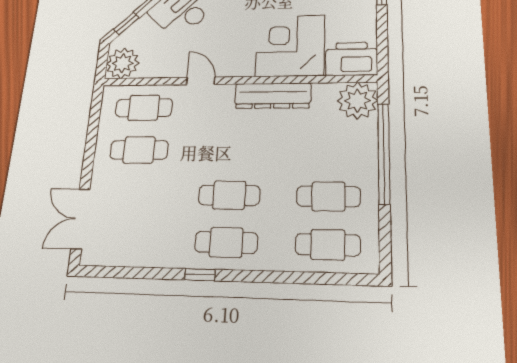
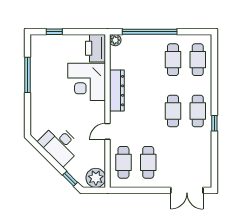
plant: (357, 101) -> (115, 40), width x0.53, depth x0.53

